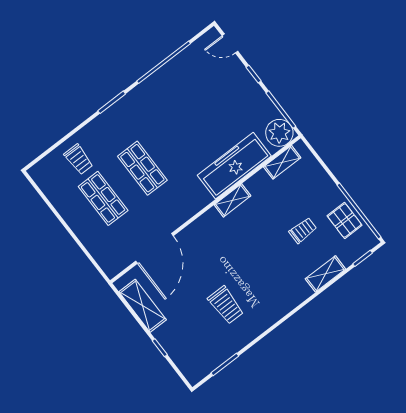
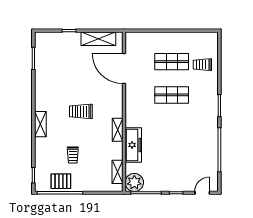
freezer: (234, 166) -> (133, 145), width x0.73, depth x0.79
shelving: (325, 274) -> (40, 124), moved
trolley: (226, 305) -> (81, 111), moved

